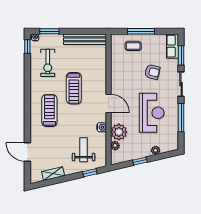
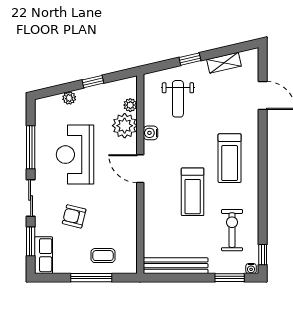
treadmill: (74, 88) -> (193, 192), turned 180
window: (90, 173) -> (190, 59), moved

